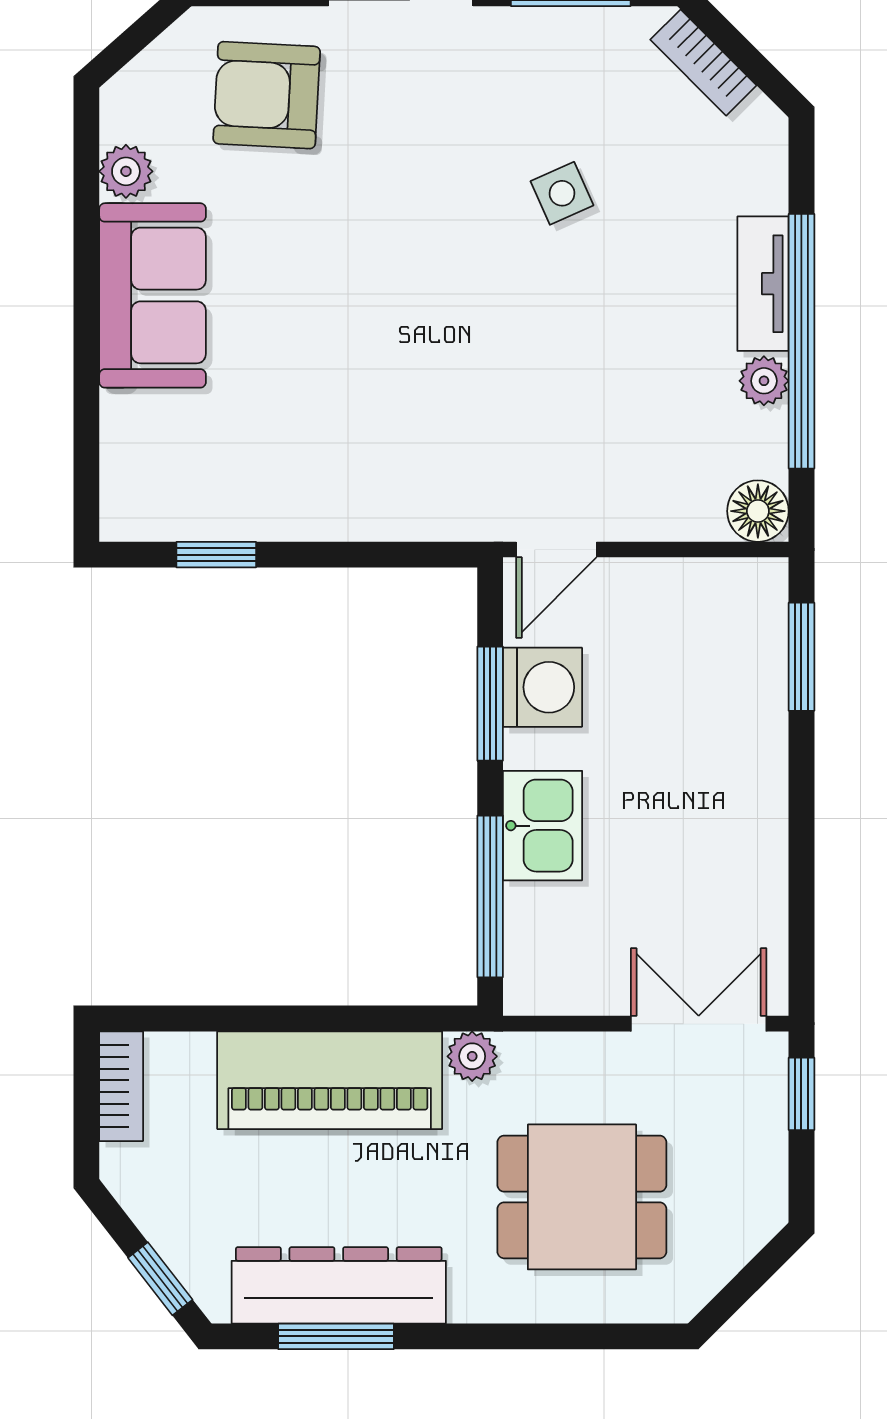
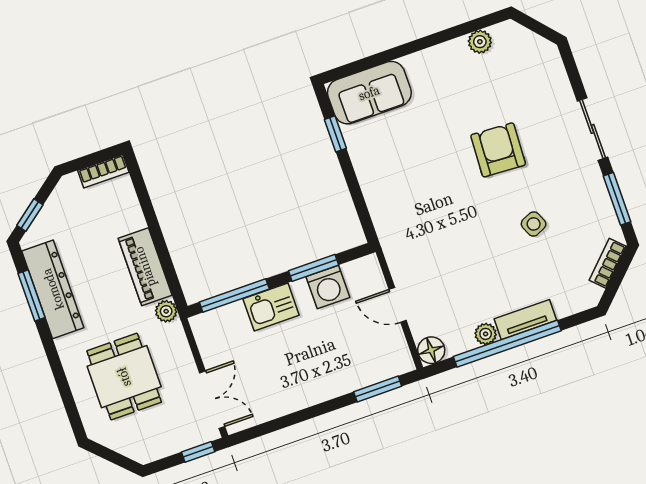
armchair: (267, 95) -> (498, 150), moved
sofa: (153, 295) -> (369, 93), moved
door: (556, 549) -> (398, 305), moved
piano: (330, 1080) -> (145, 267), width x0.73, depth x0.75

